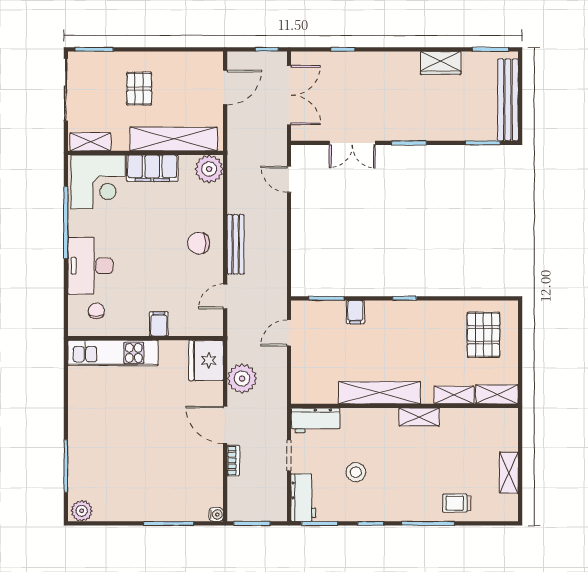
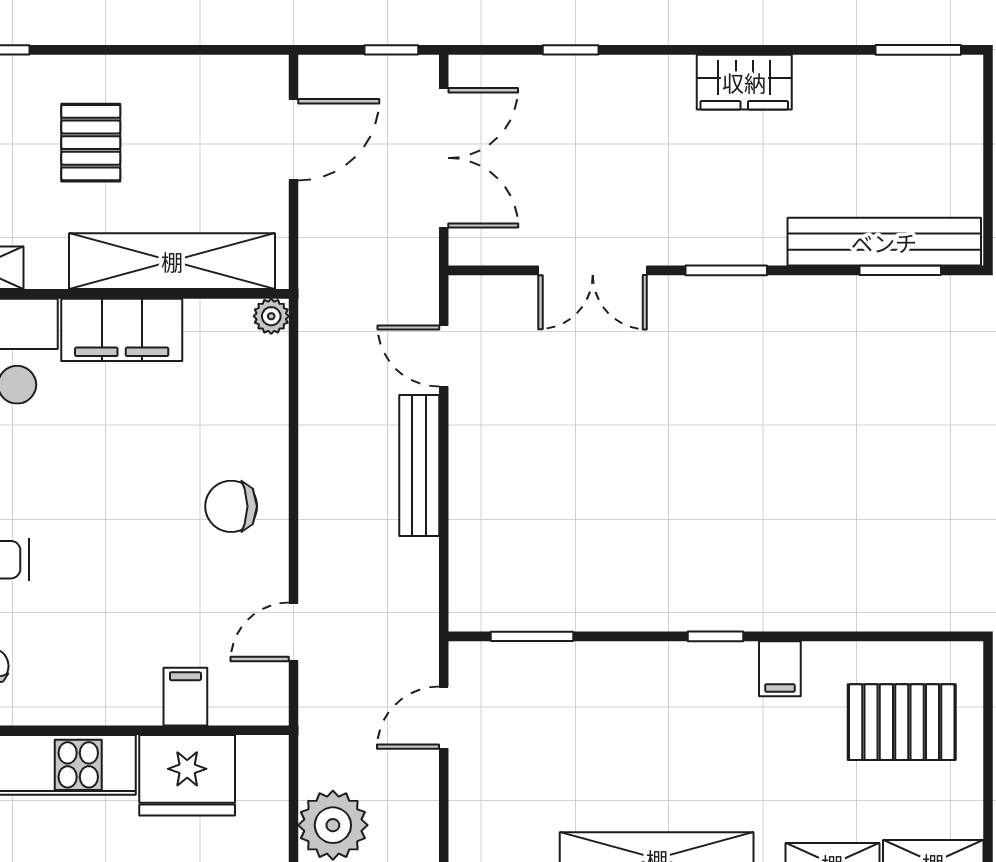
wardrobe: (441, 63) -> (744, 82), moved
bench: (508, 100) -> (884, 242), moved, turned 90
plant: (209, 169) -> (271, 316), width x0.53, depth x0.53
bench: (236, 244) -> (419, 465), moved
filing cabinet: (355, 312) -> (780, 669), moved
filing cabinet: (159, 324) -> (185, 697), moved
pallet: (484, 335) -> (902, 722), turned 90
fridge: (206, 360) -> (187, 775), moved, turned -90

